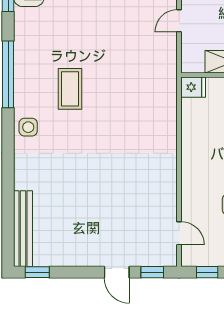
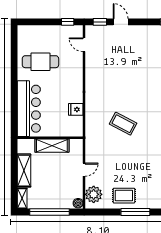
fridge: (193, 87) -> (76, 109), moved
coffee table: (70, 89) -> (123, 124), moved, turned -62

